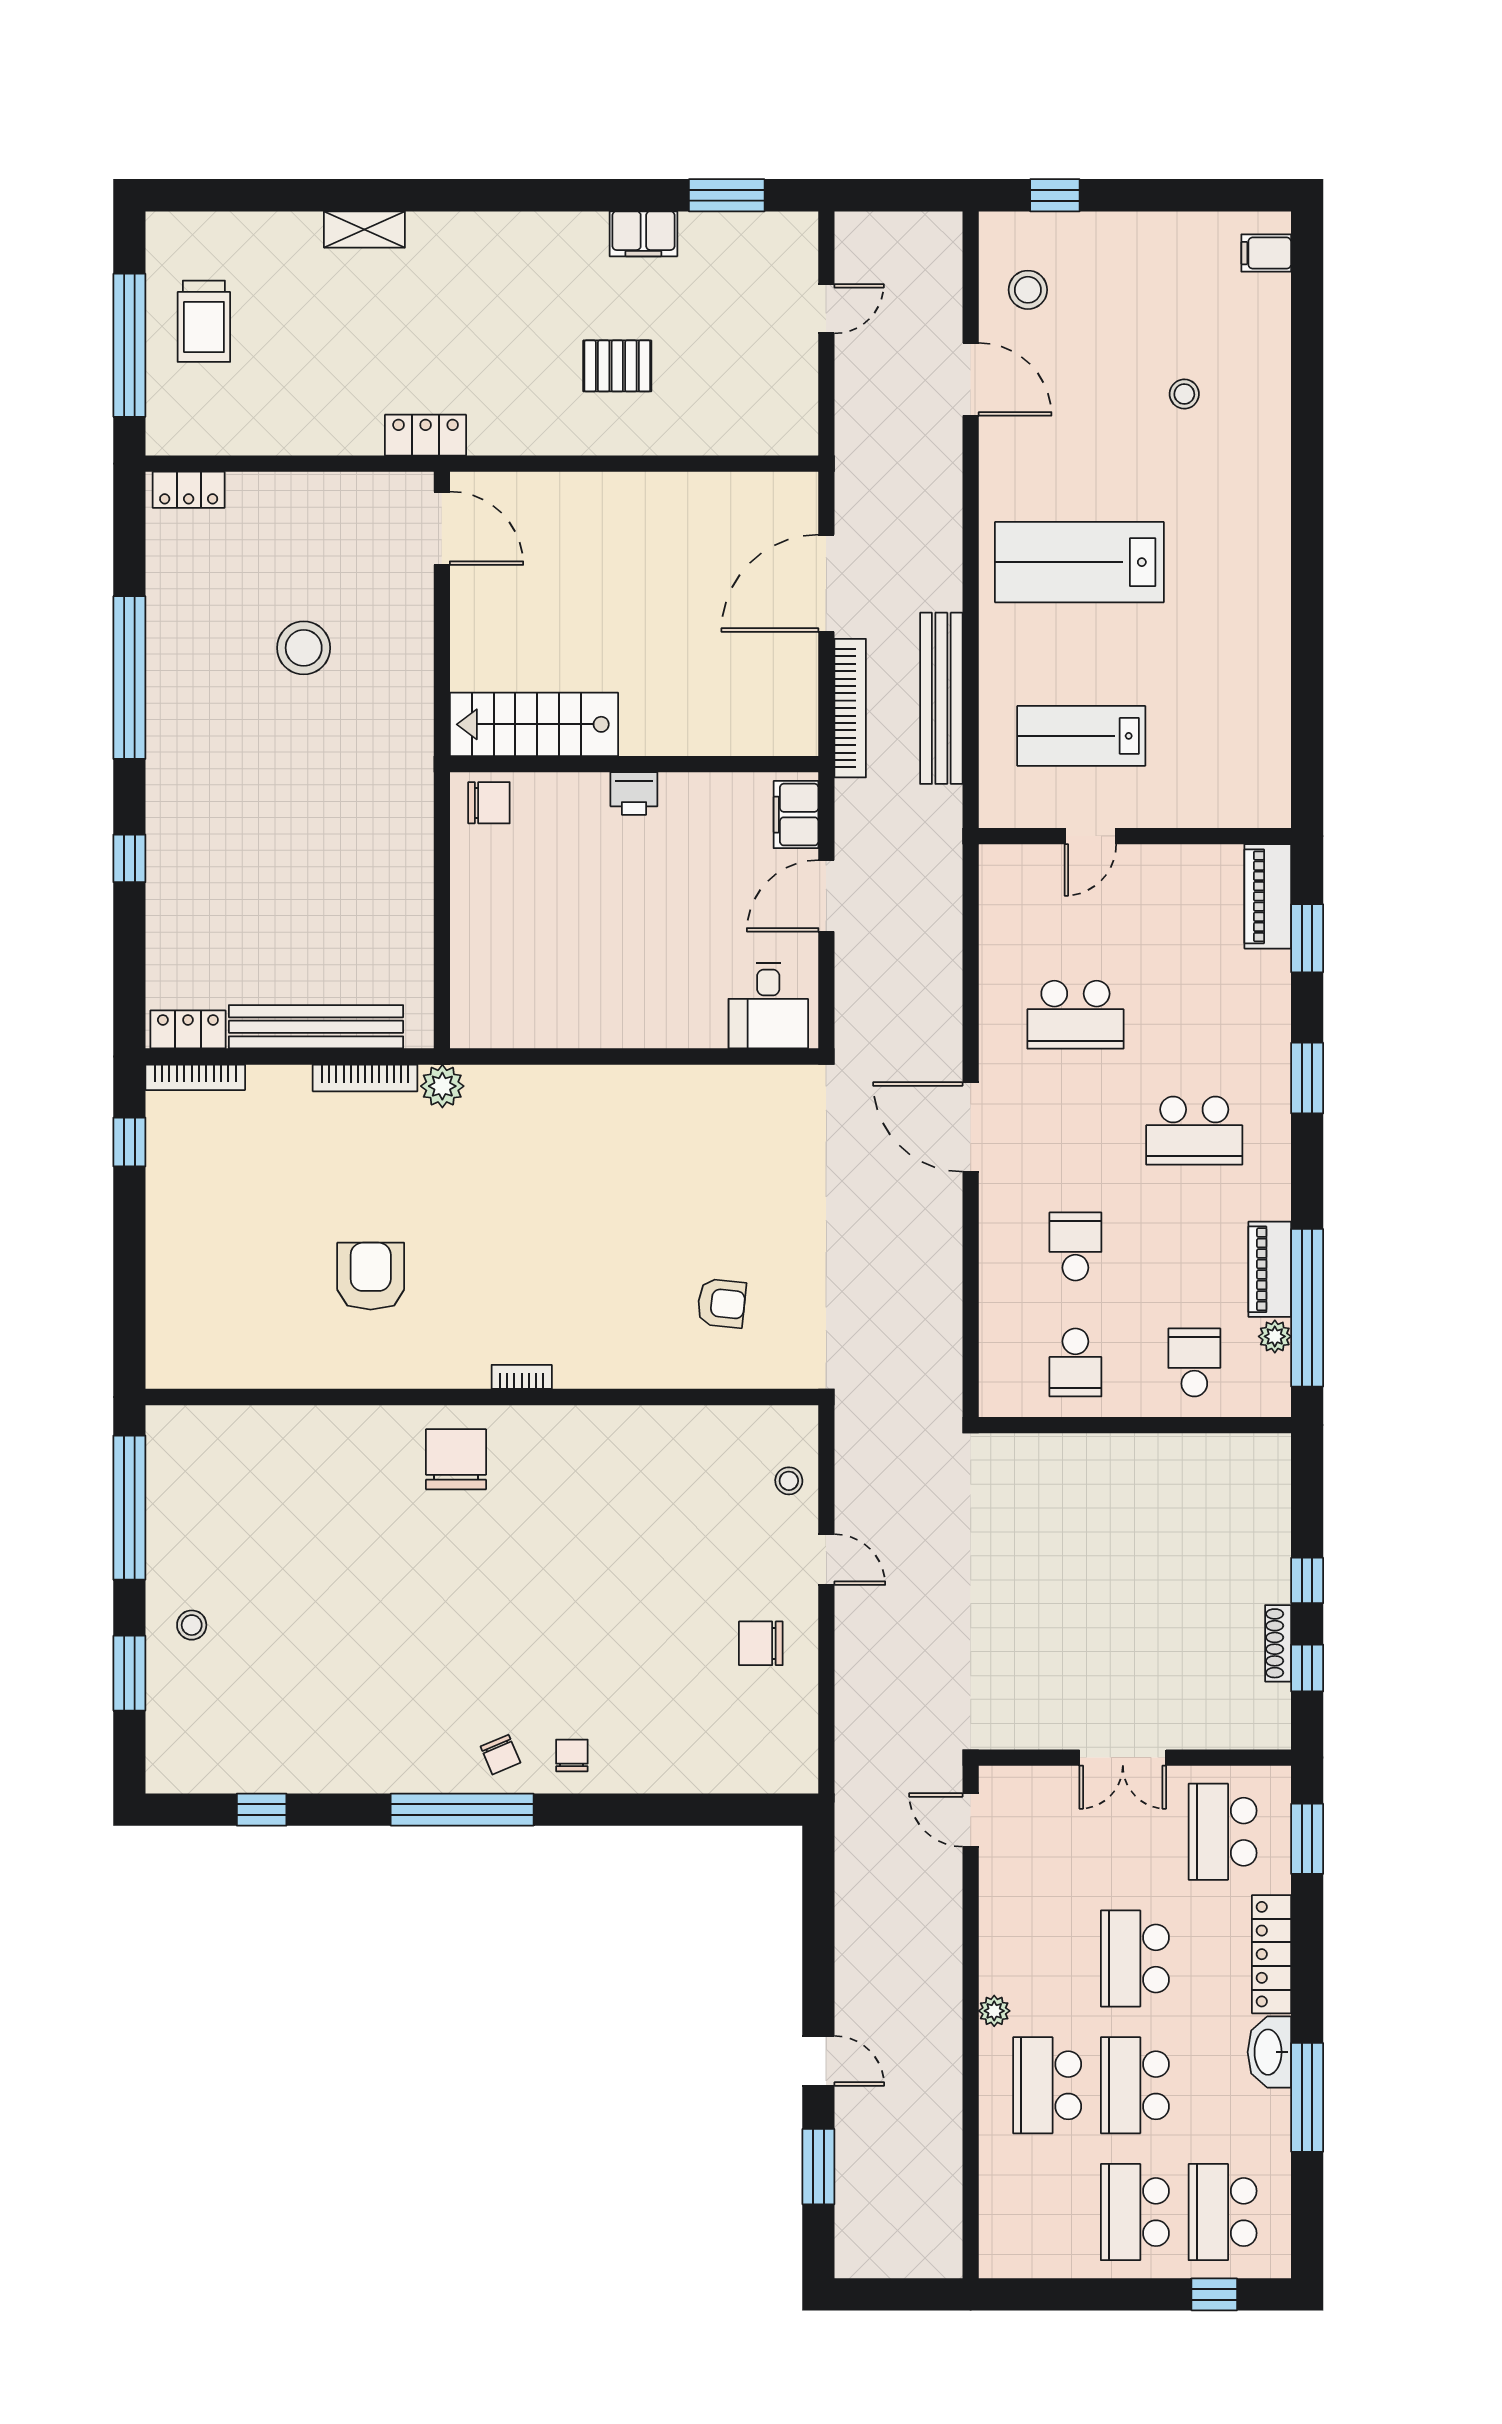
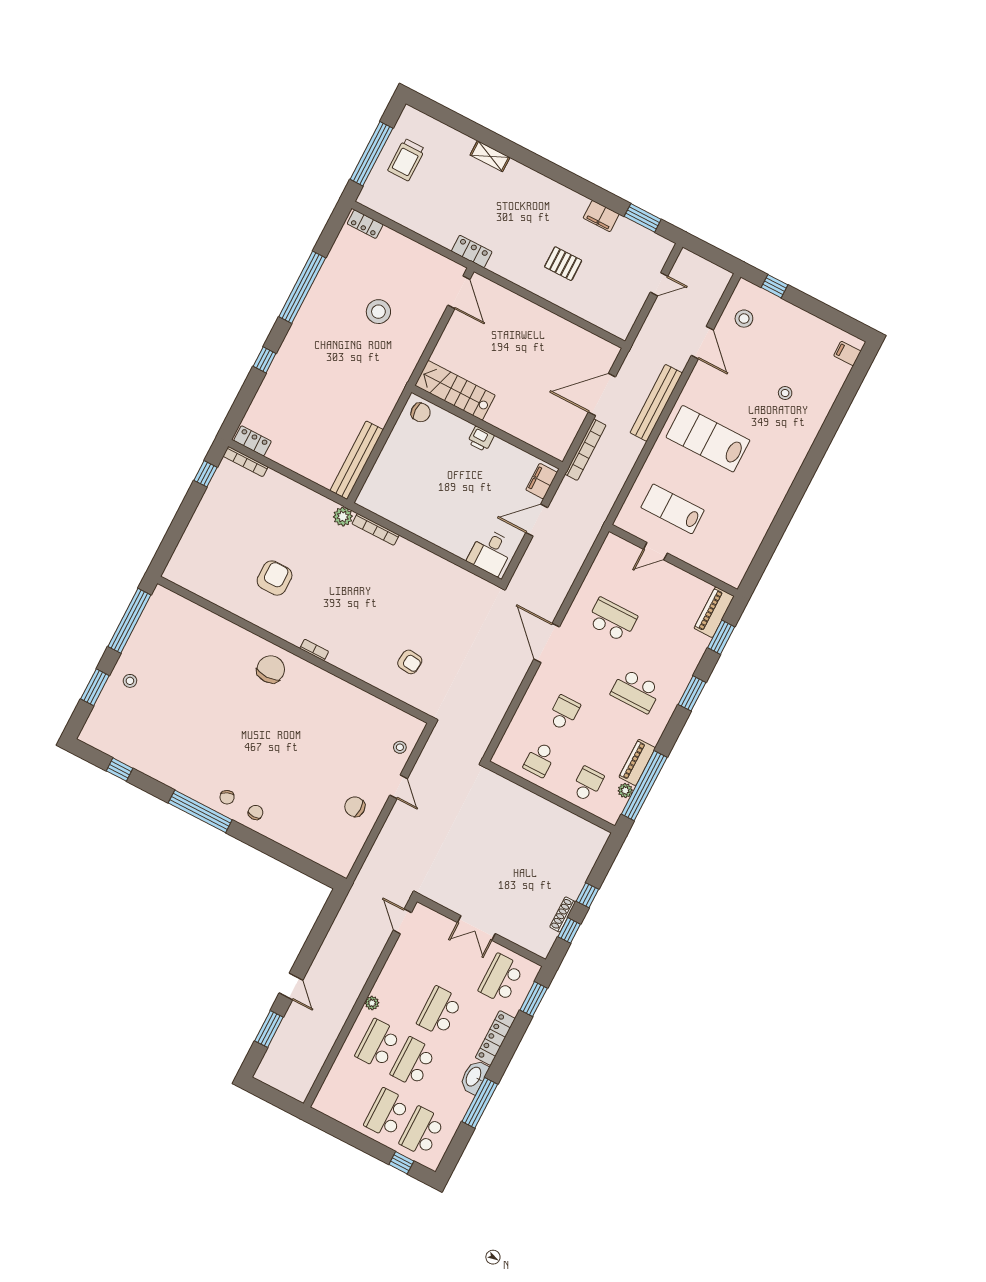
bench: (941, 698) -> (656, 403), moved
school desk: (1075, 1015) -> (612, 620), turned 180
bench: (316, 1027) -> (357, 460), moved, turned 90
bookcase: (365, 1078) -> (376, 529), moved

